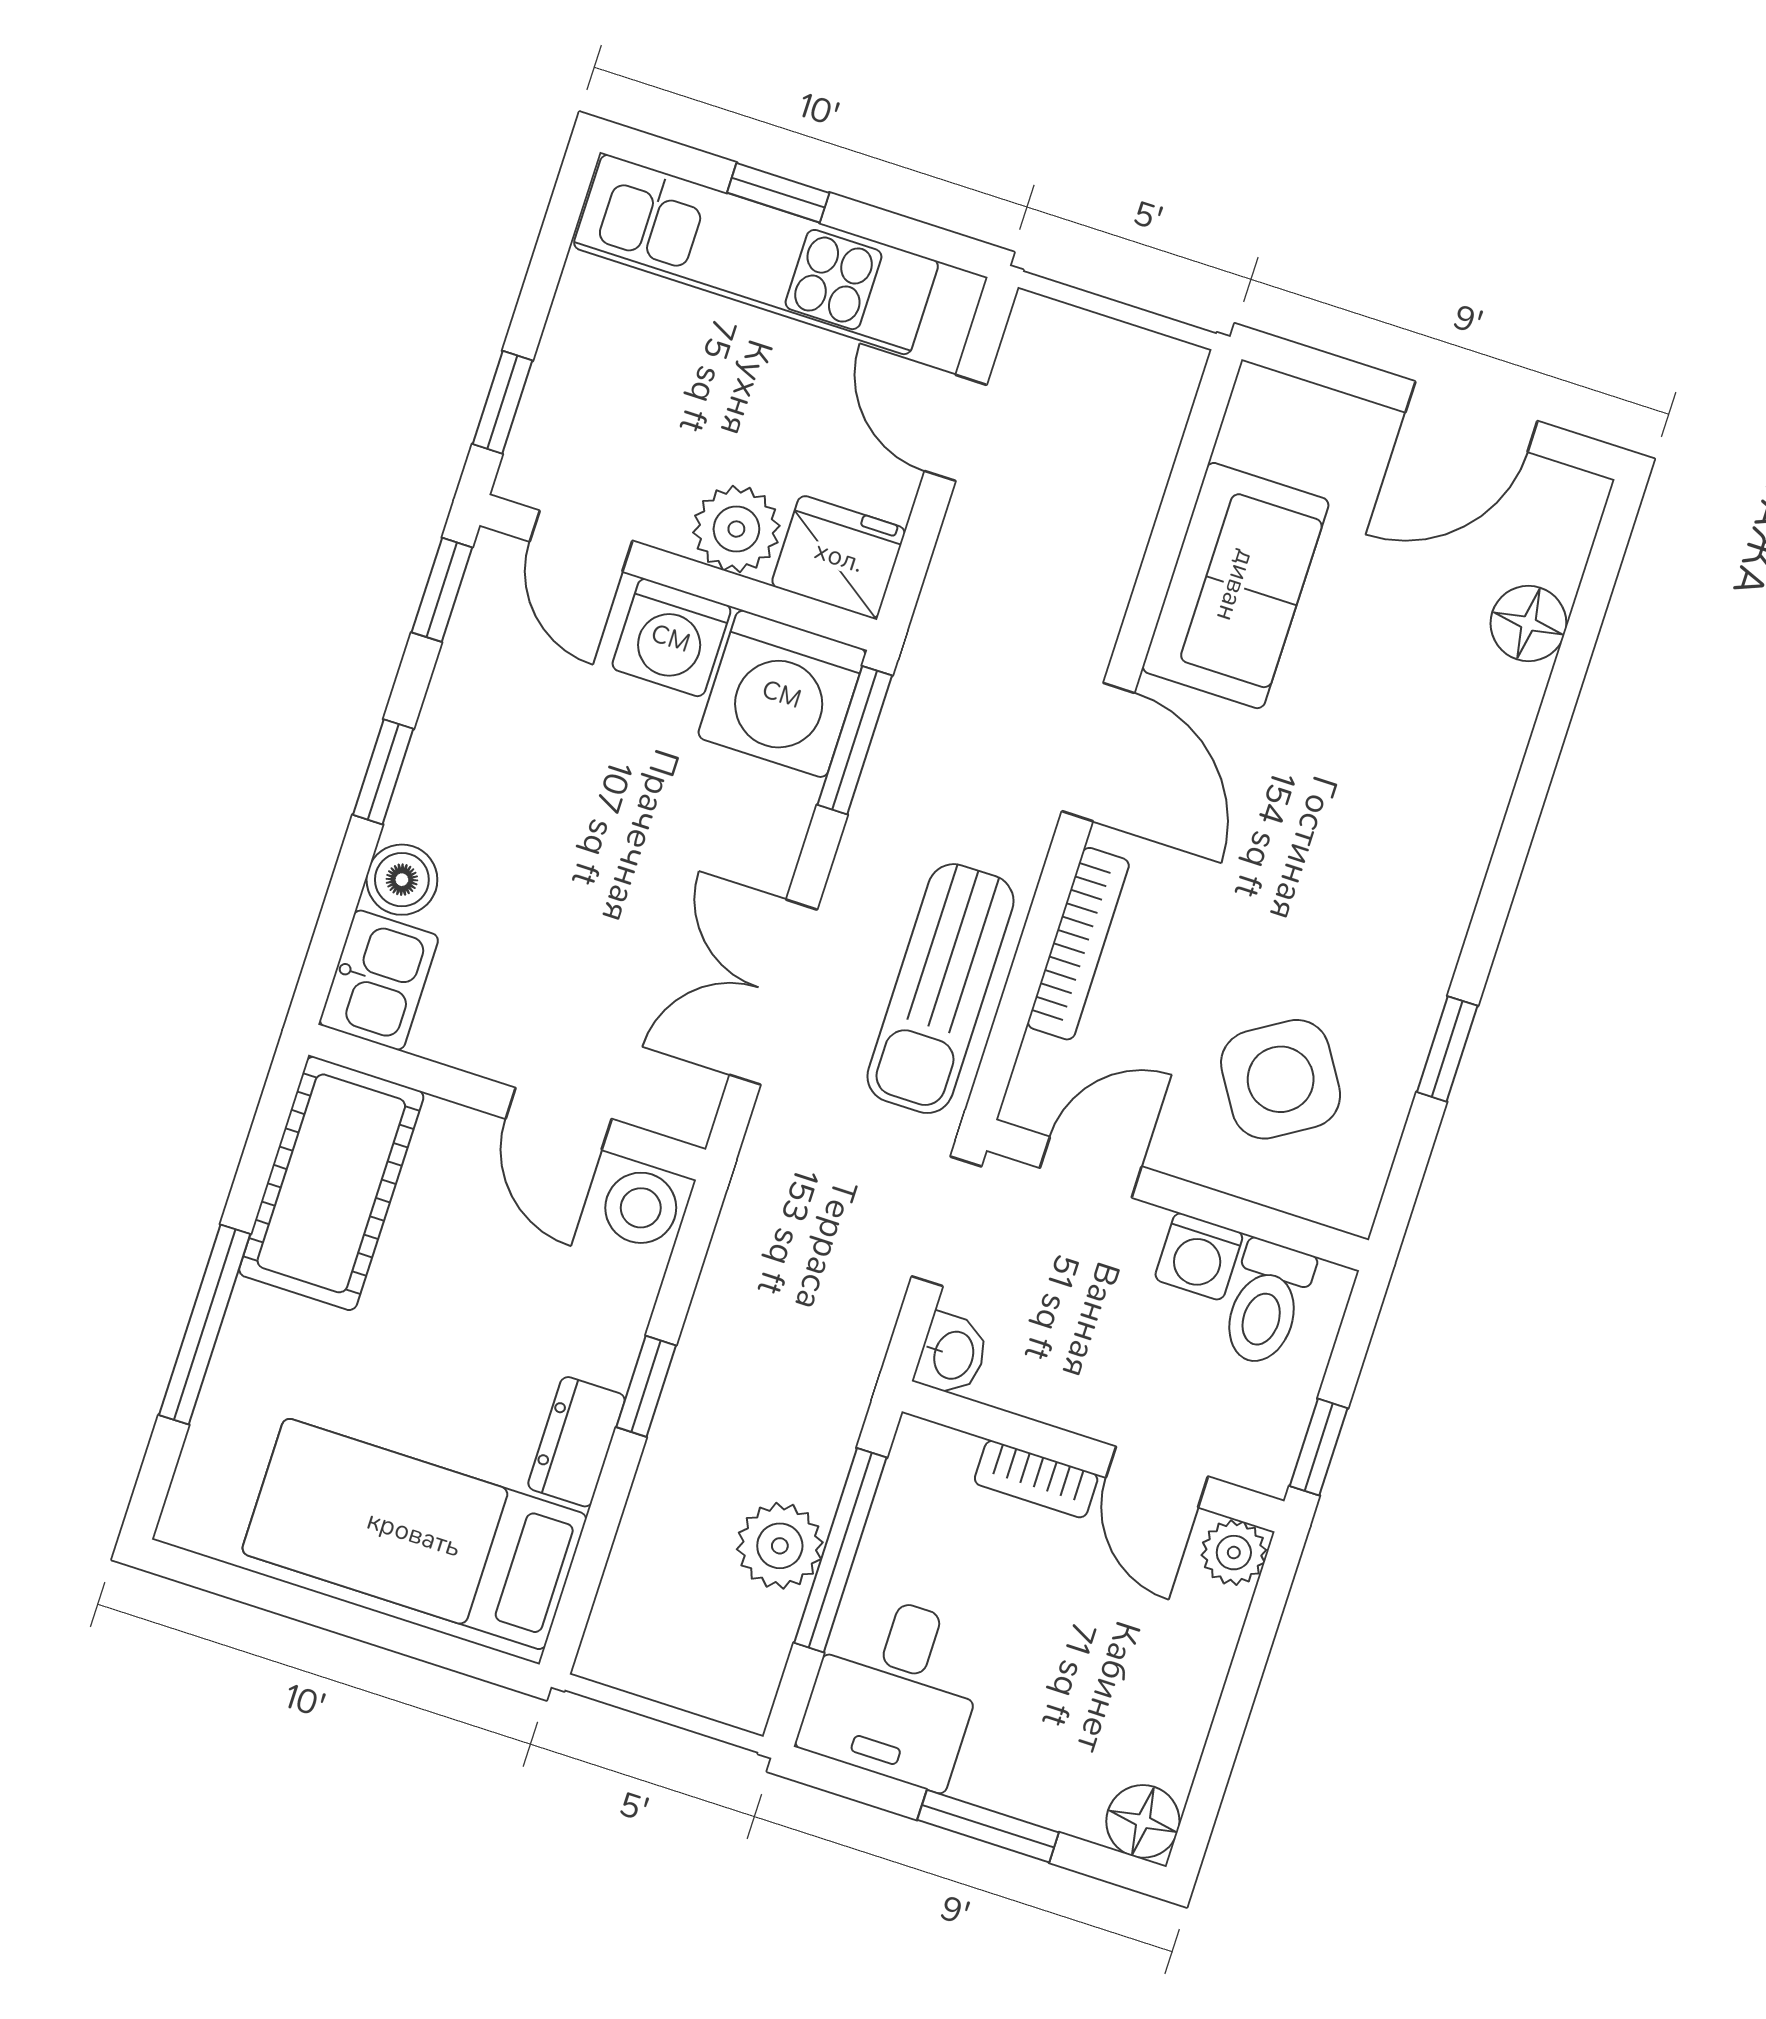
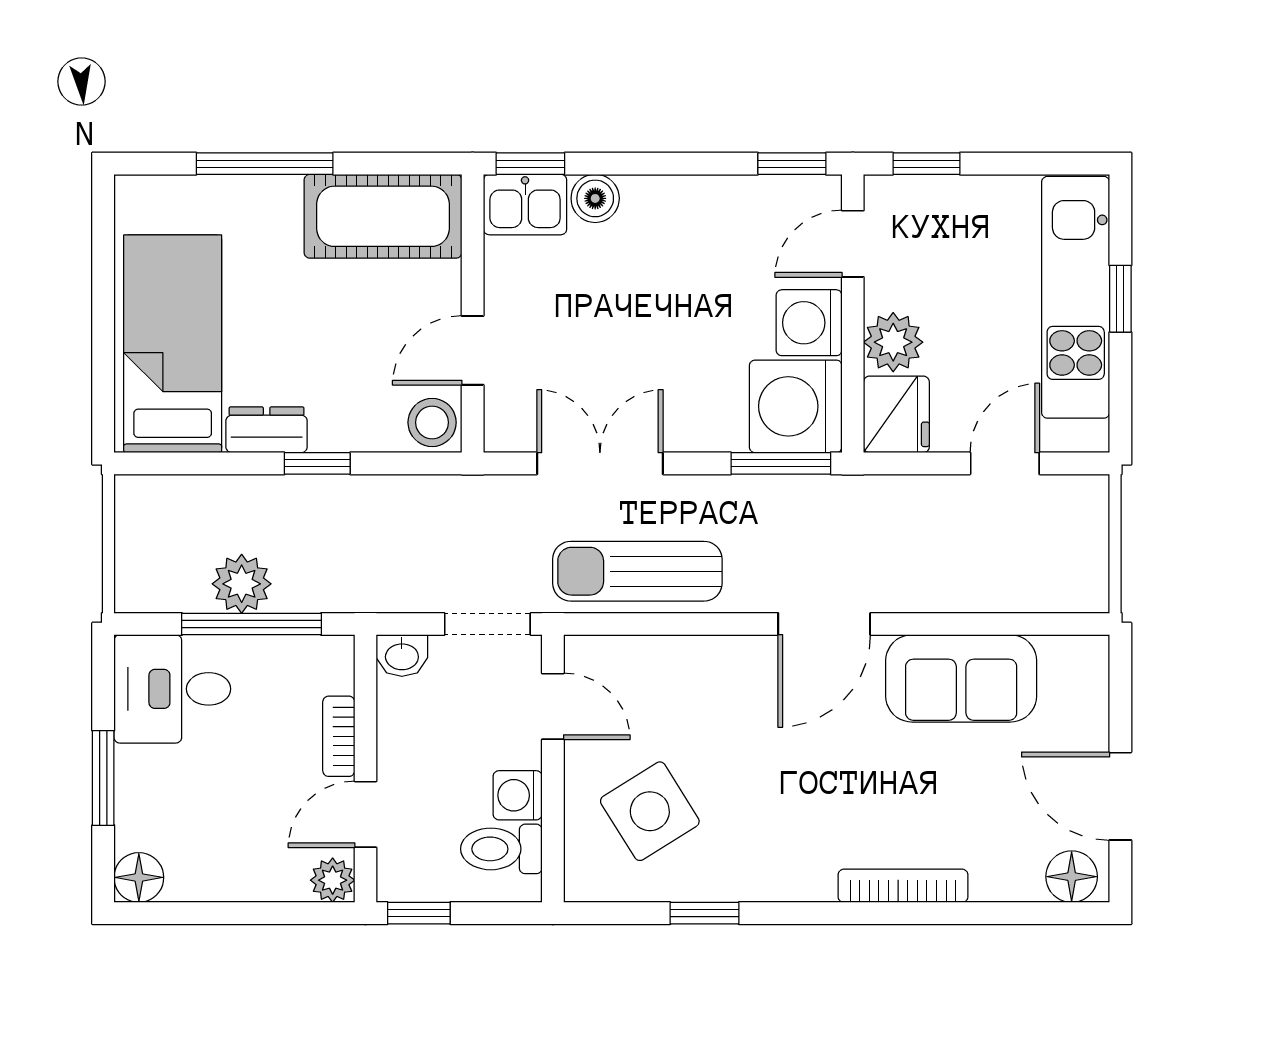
floor lamp: (1528, 623) -> (1072, 877), moved
window: (383, 772) -> (530, 164), moved
bookcase: (1078, 944) -> (903, 886), moved, turned 180

